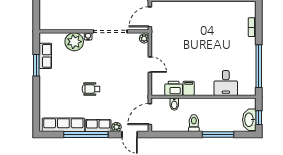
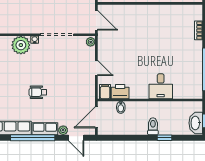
door: (150, 17) -> (96, 20), swing flipped
desk: (226, 83) -> (161, 86), moved
filing cabinet: (189, 88) -> (105, 92), moved
toilet: (194, 123) -> (153, 126), moved
window: (218, 135) -> (164, 138), width x0.46

